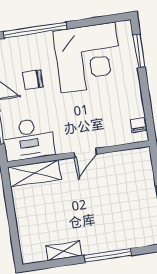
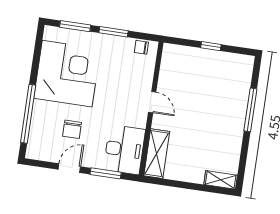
window: (145, 92) -> (113, 32), added
shelving: (64, 251) -> (221, 180), moved, turned 90

